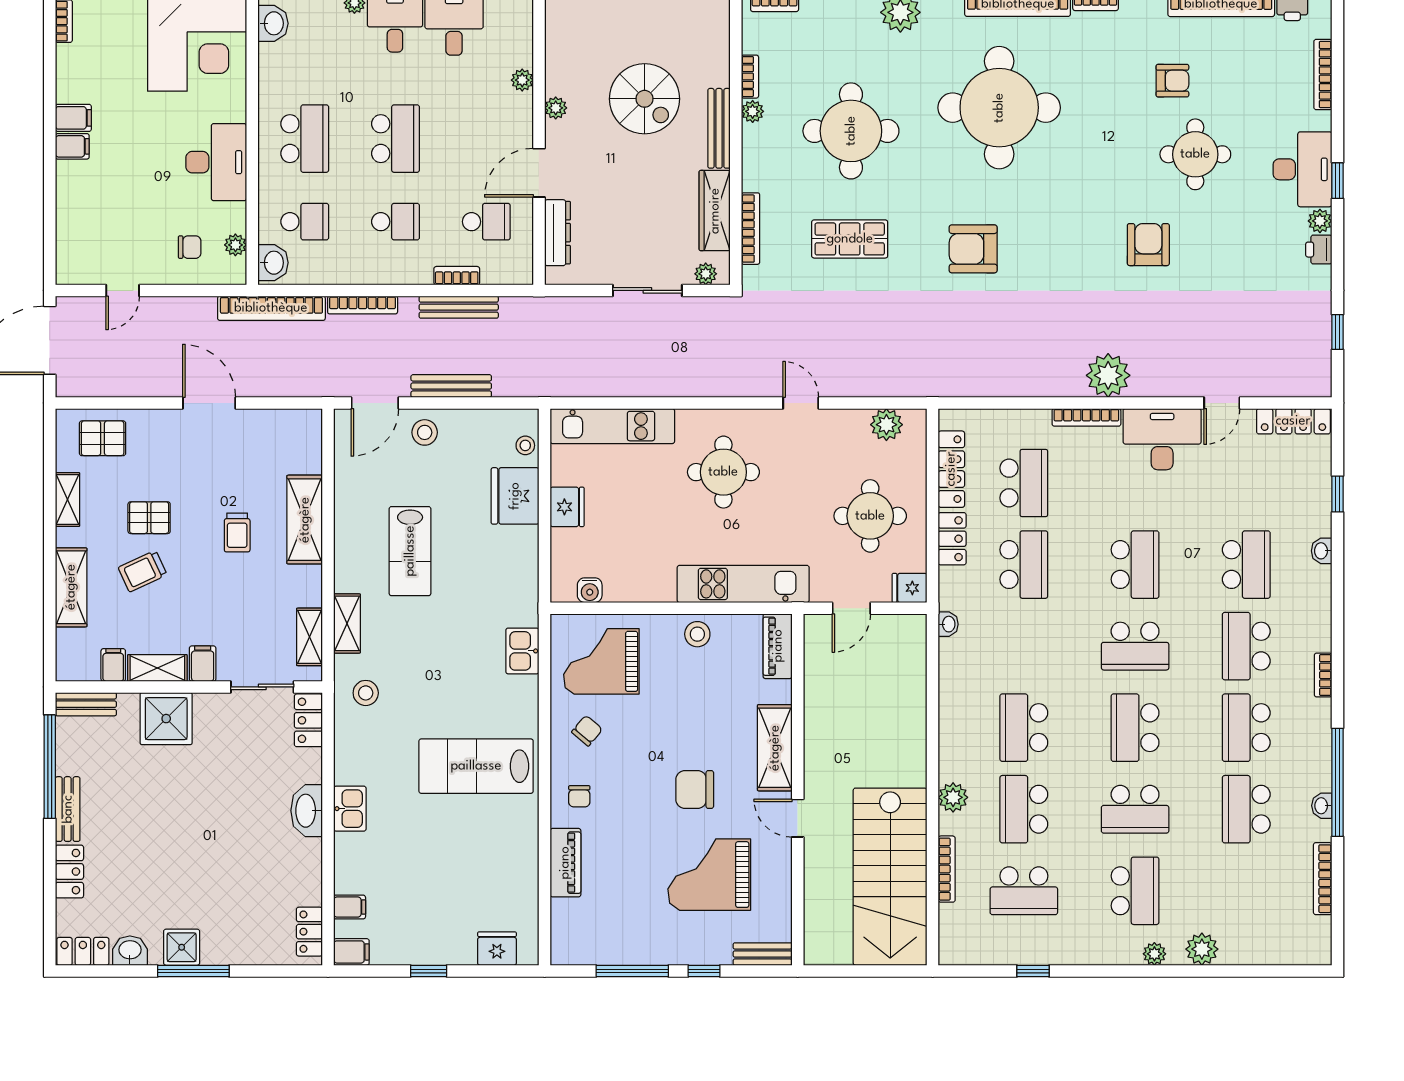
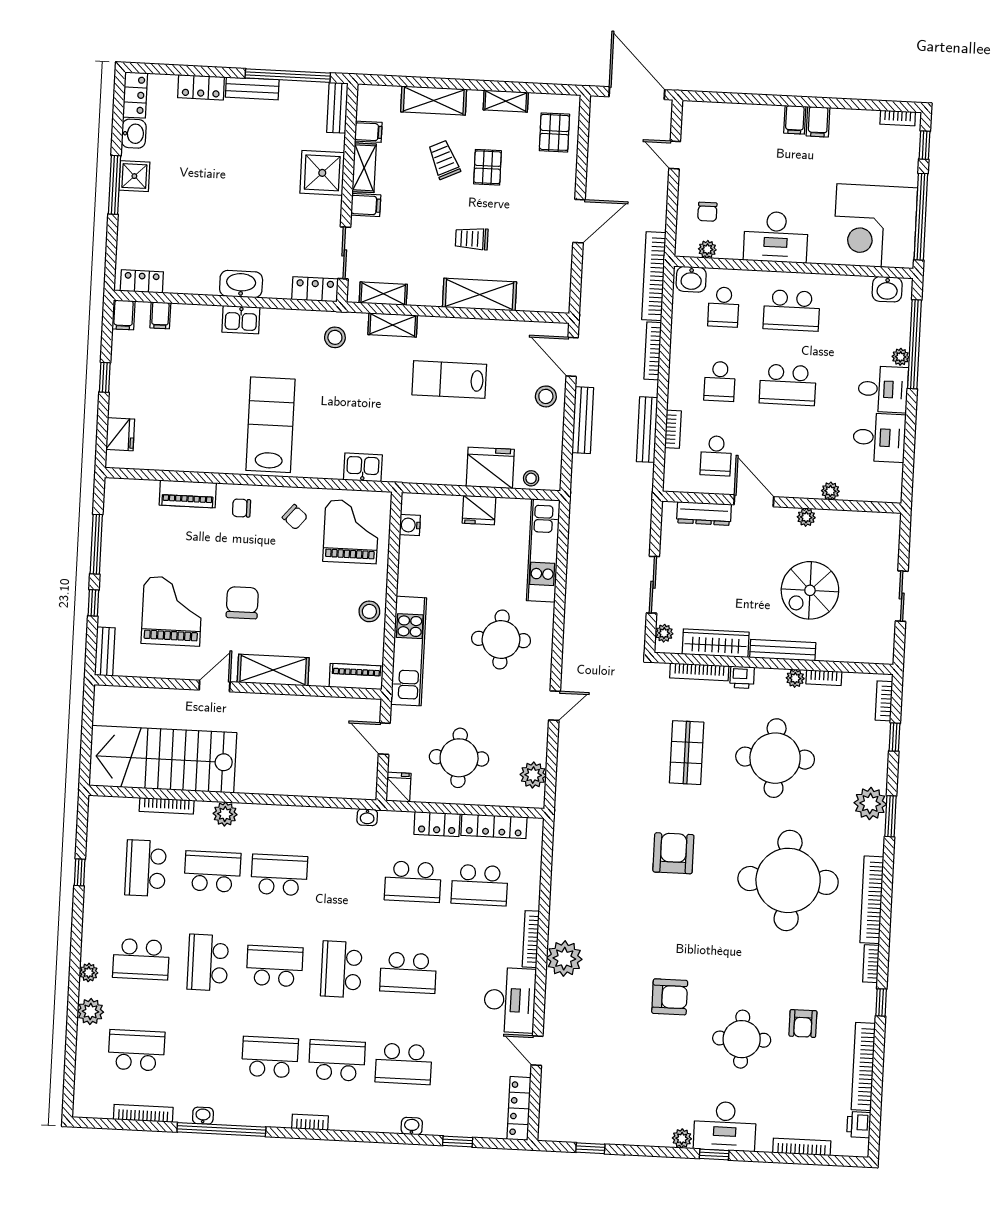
printer: (1319, 250) -> (742, 677), moved, turned 180
school desk: (1246, 809) -> (136, 1050), moved

